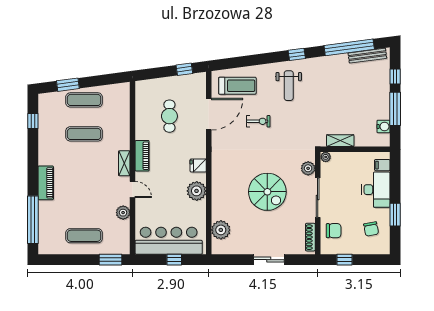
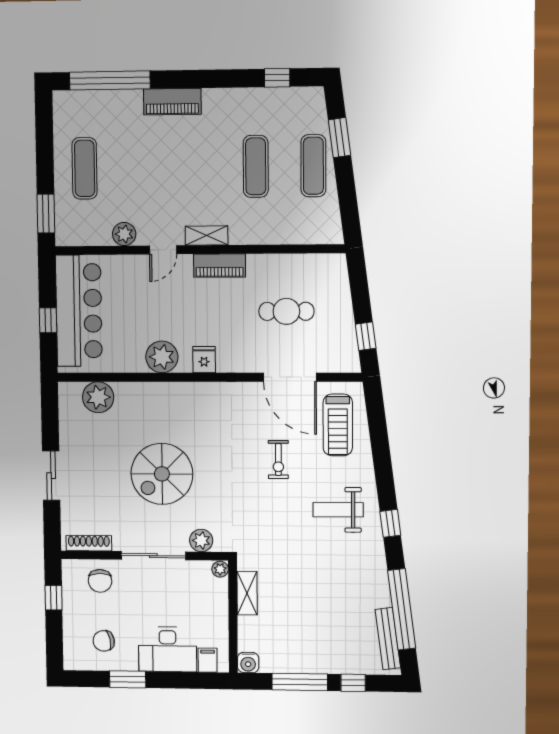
water cooler: (383, 126) -> (248, 663), moved

